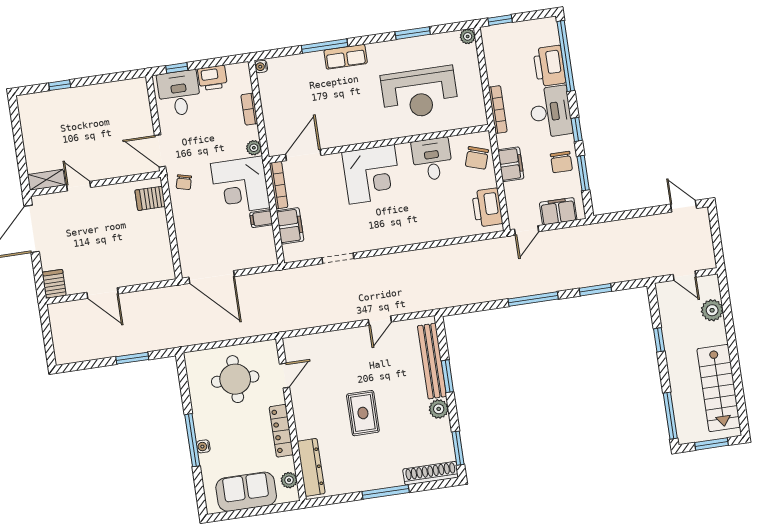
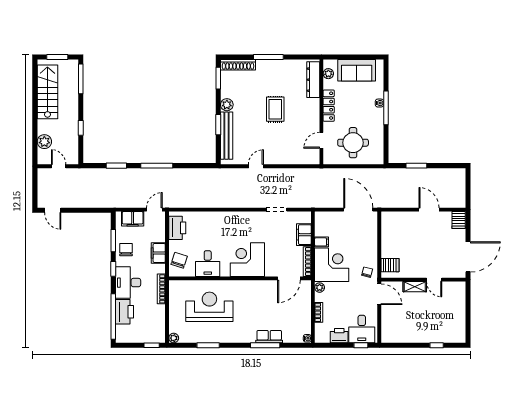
row of seats: (346, 57) -> (269, 337), moved
shelving: (46, 180) -> (415, 287), moved

